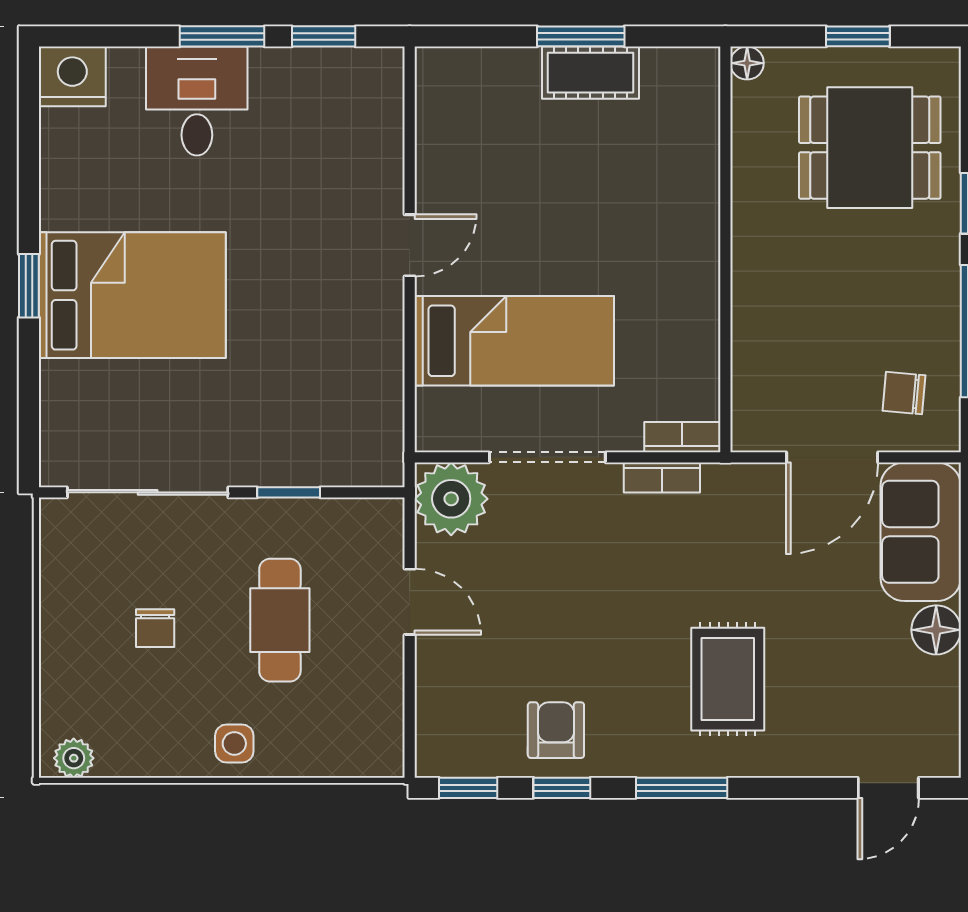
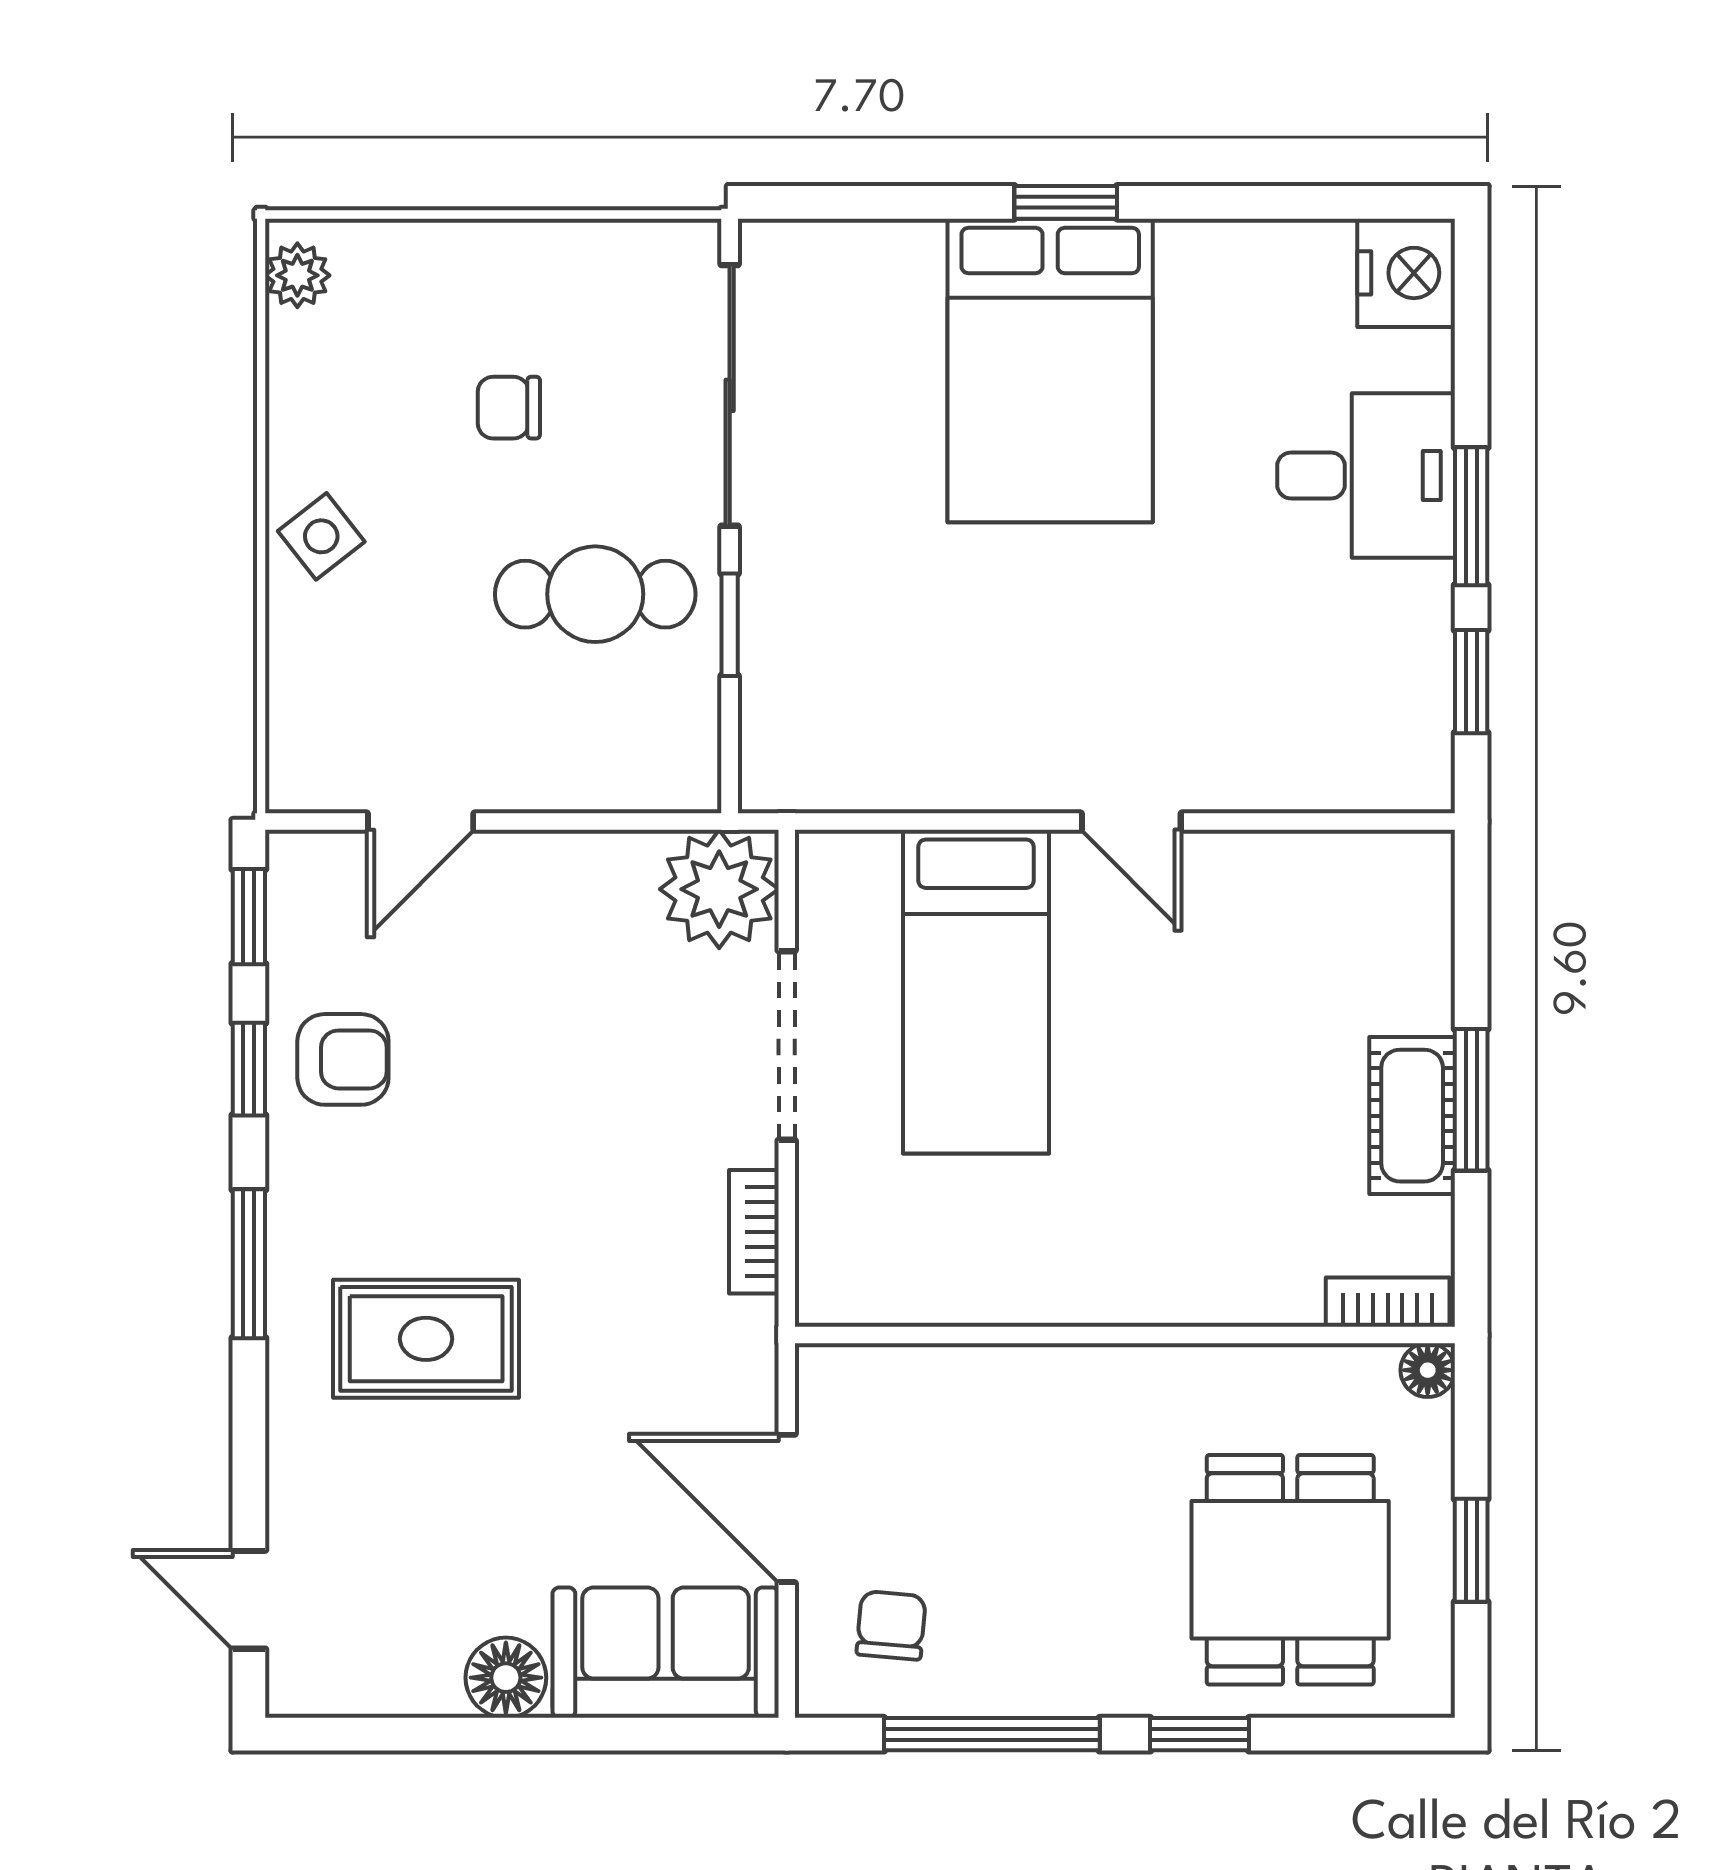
bookcase: (682, 437) -> (1388, 1302), moved, turned -90
door: (410, 602) -> (421, 822), moved
cafe table: (280, 620) -> (595, 594), moved
side table: (234, 743) -> (321, 536), turned -38

